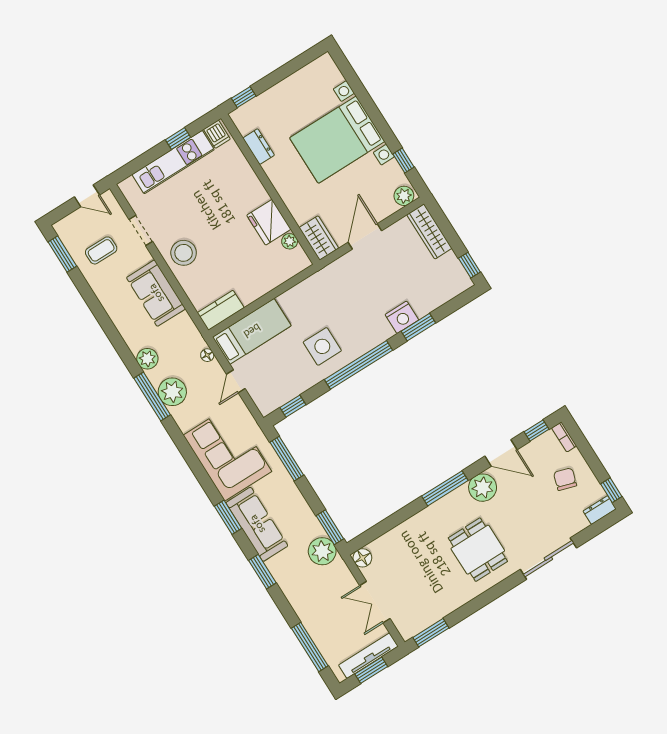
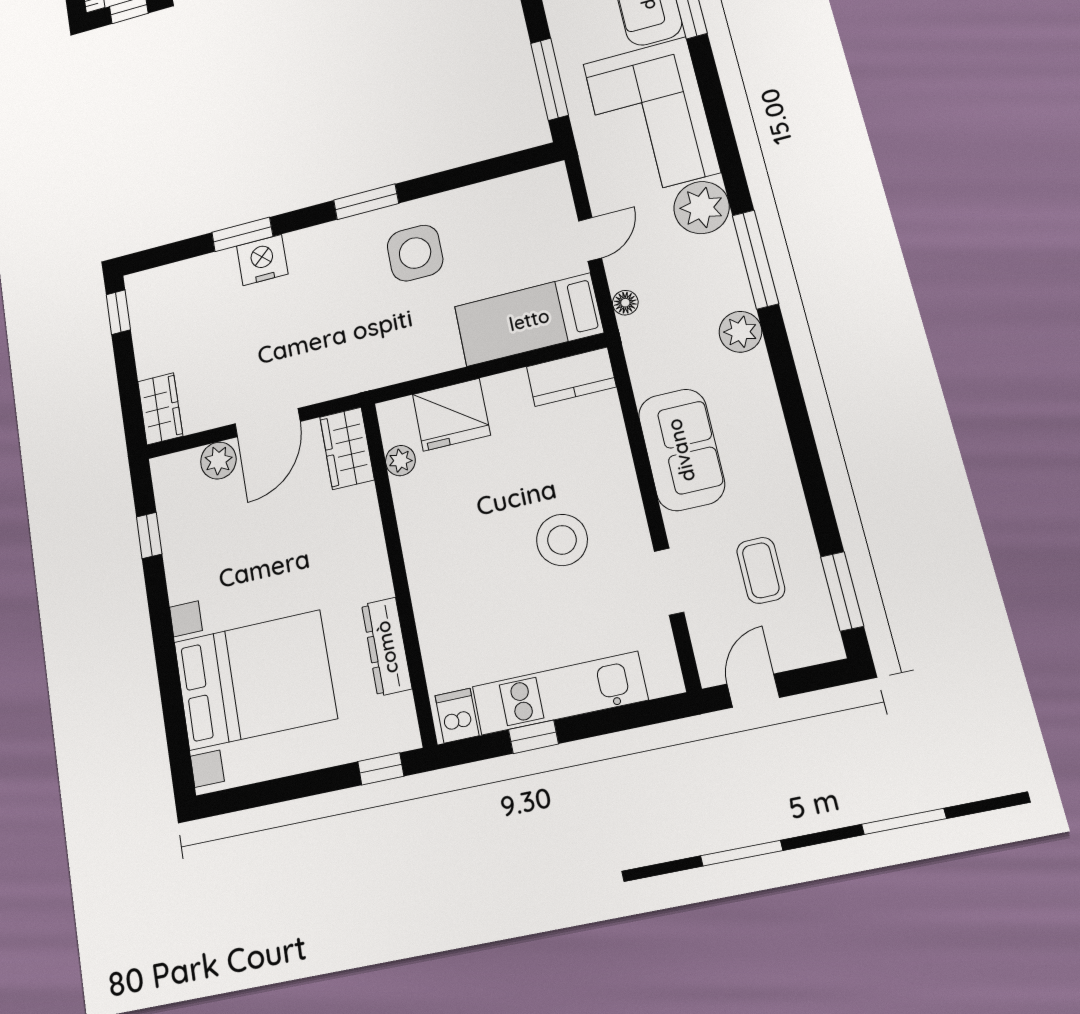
bed with nightstands: (337, 140) -> (255, 680), moved
dresser: (259, 147) -> (387, 647), width x1.44
door: (87, 196) -> (753, 691), hinge flipped
plant: (404, 196) -> (218, 461), moved
fridge: (269, 222) -> (451, 415), moved, turned 90
wardrobe: (429, 231) -> (160, 409), width x0.67
coffee table: (101, 250) -> (761, 570), turned 90
stool: (184, 253) -> (562, 540), moved
window: (359, 365) -> (366, 202), width x0.47
plant: (172, 392) -> (702, 208), moved
window: (293, 406) -> (505, 165), removed

